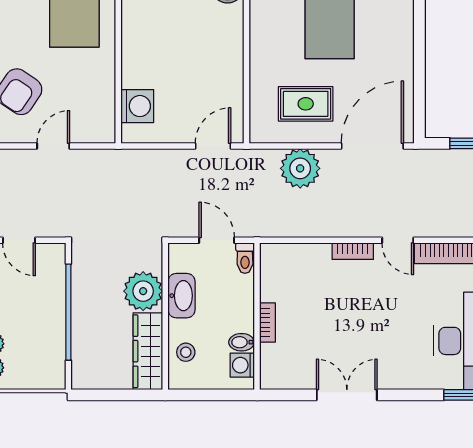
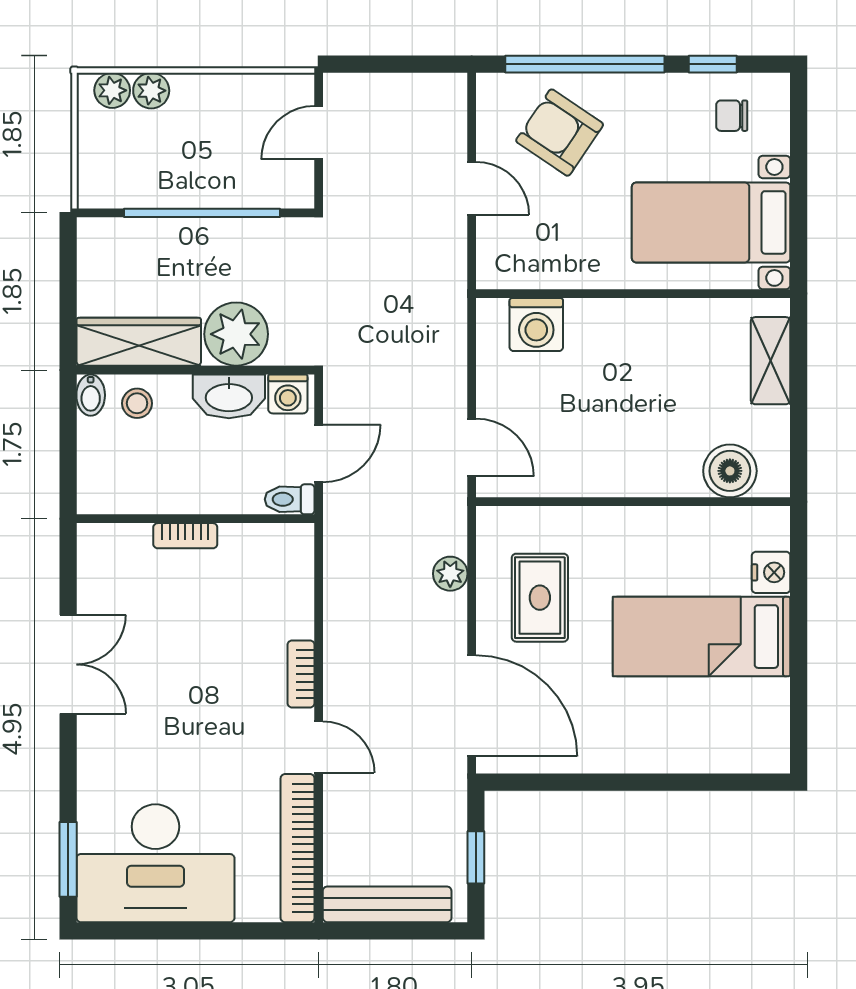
plant: (300, 168) -> (450, 574), width x0.53, depth x0.53
door: (398, 240) -> (319, 747), swing flipped
bidet: (242, 342) -> (91, 395), moved, turned 180
washing machine: (242, 365) -> (288, 394), moved, turned 180

